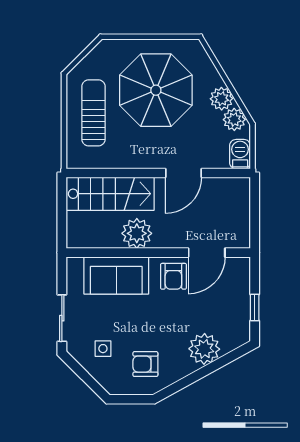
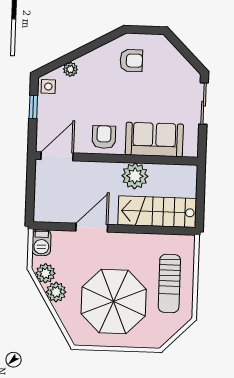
door: (207, 253) -> (57, 156), moved
side table: (103, 349) -> (48, 87), moved
plant: (204, 349) -> (70, 69), width x0.53, depth x0.53

